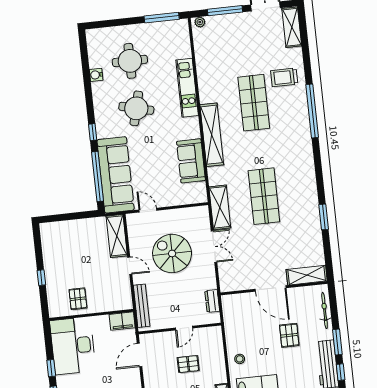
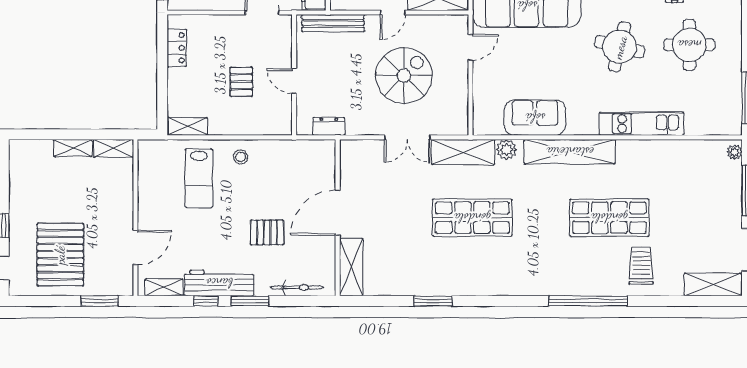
plant: (215, 178) -> (506, 150), added

